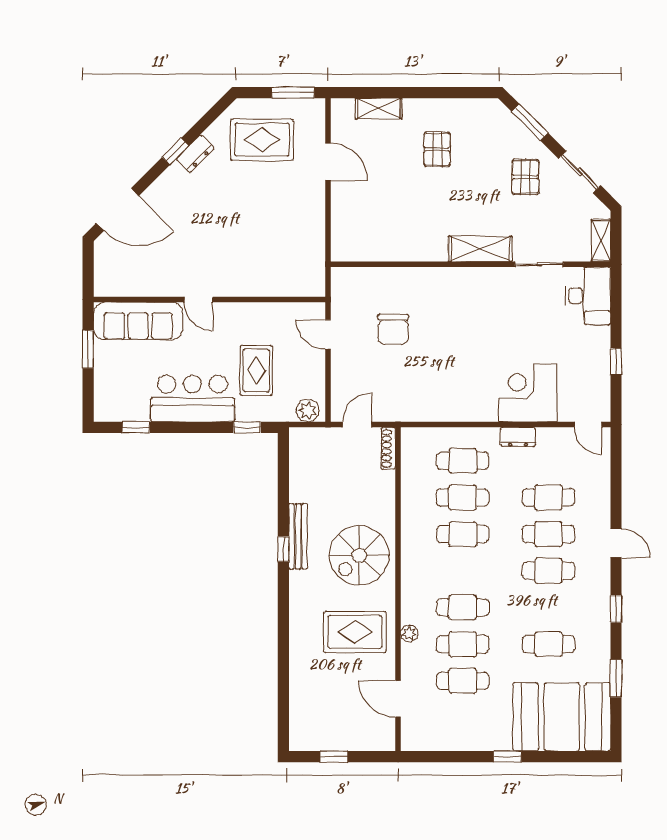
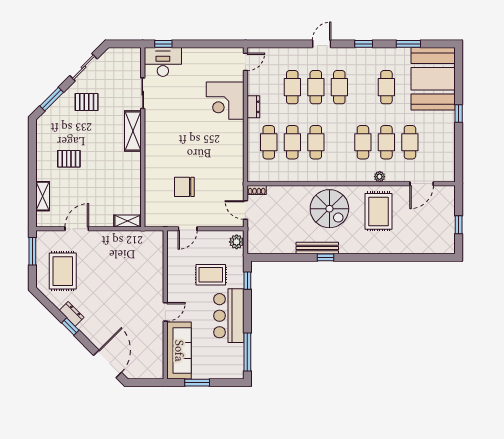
shelving: (601, 241) -> (127, 221), moved
chair: (393, 329) -> (184, 187), turned 180
window: (616, 362) -> (163, 44), moved
window: (136, 427) -> (247, 352), width x2.17
shoe rack: (388, 448) -> (257, 190), width x0.70

